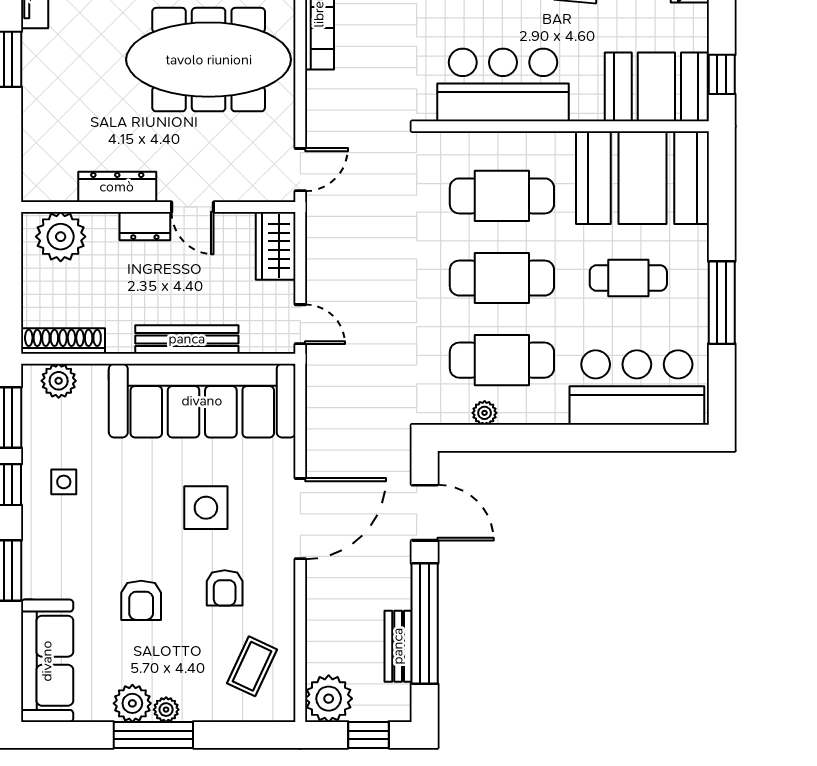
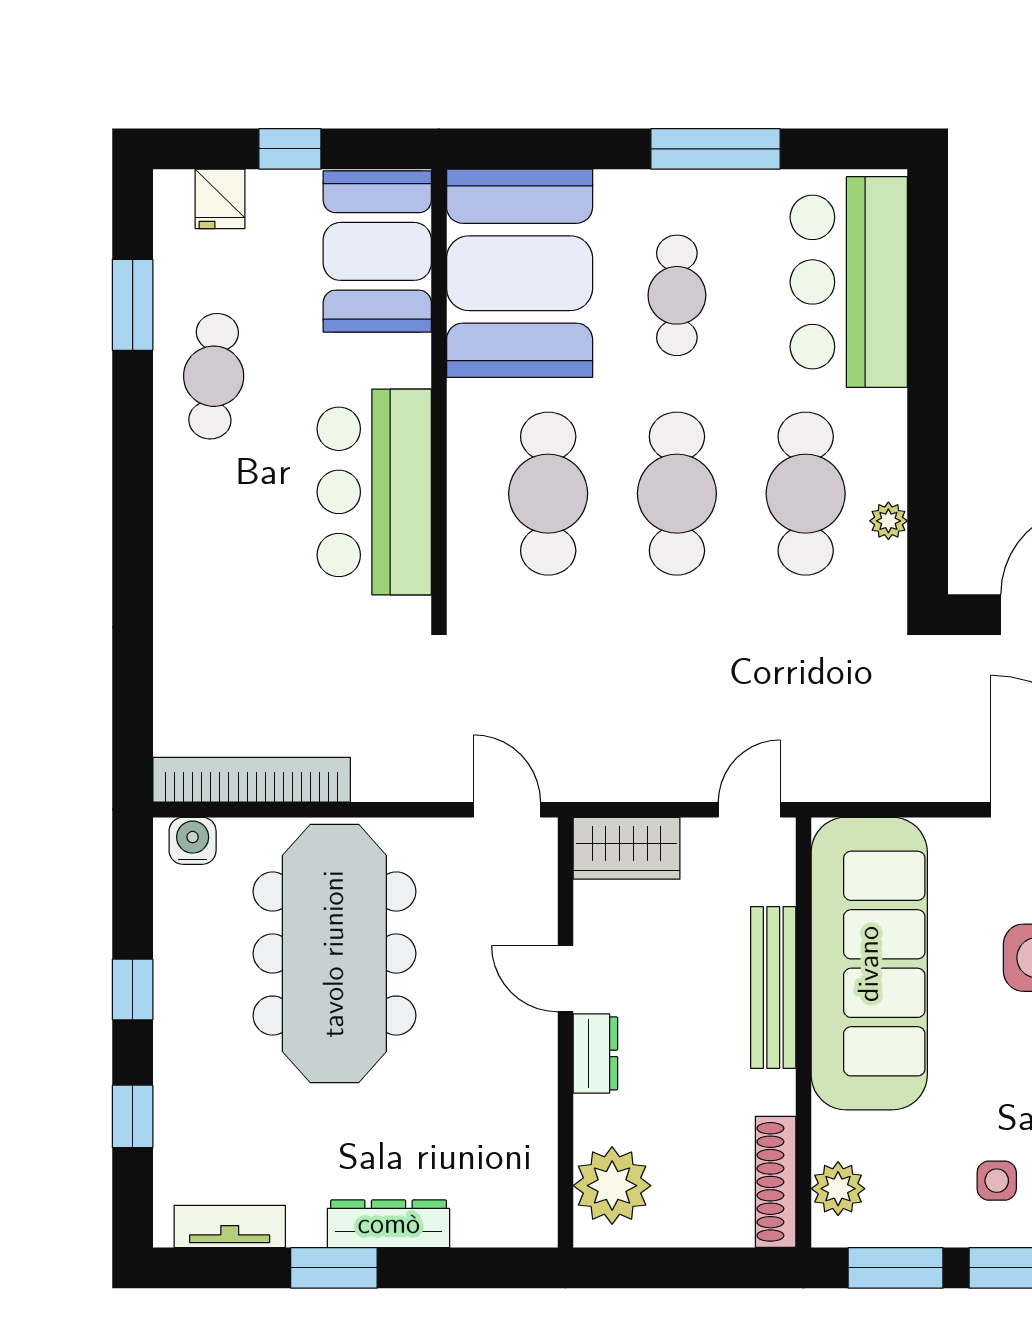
window: (722, 74) -> (290, 149), moved
dresser: (117, 187) -> (389, 1224), moved, turned 90
door: (193, 207) -> (566, 979), swing flipped

